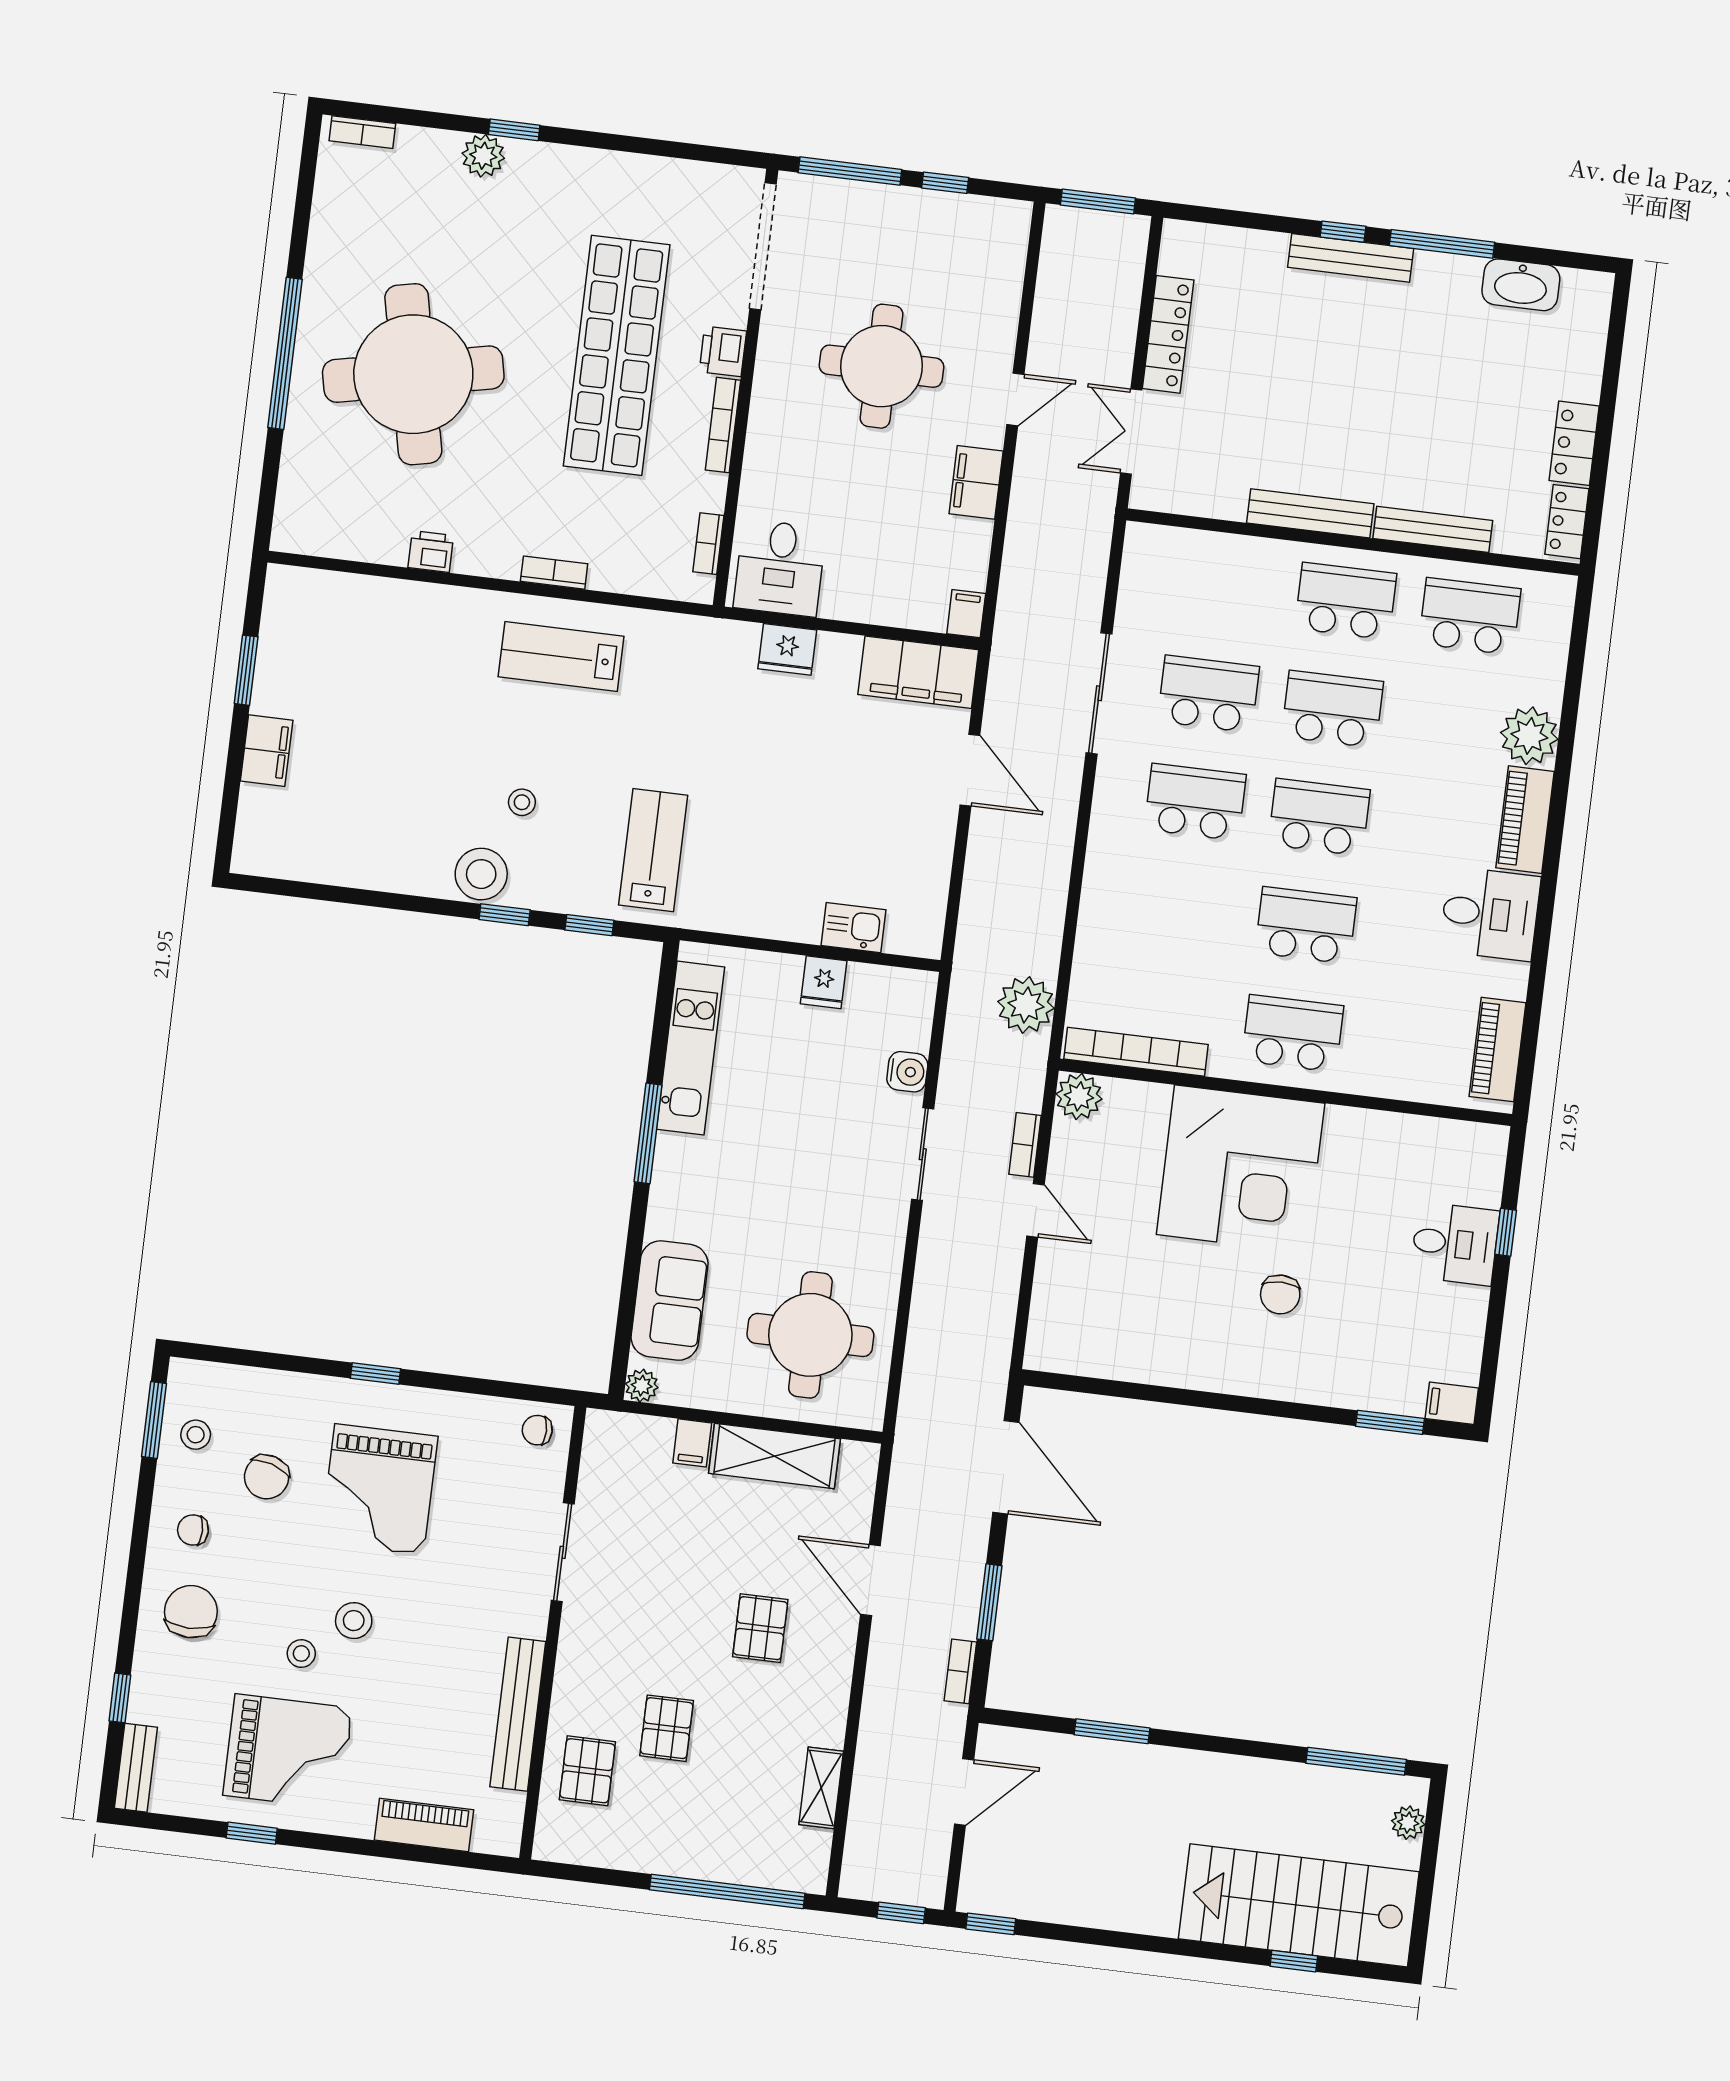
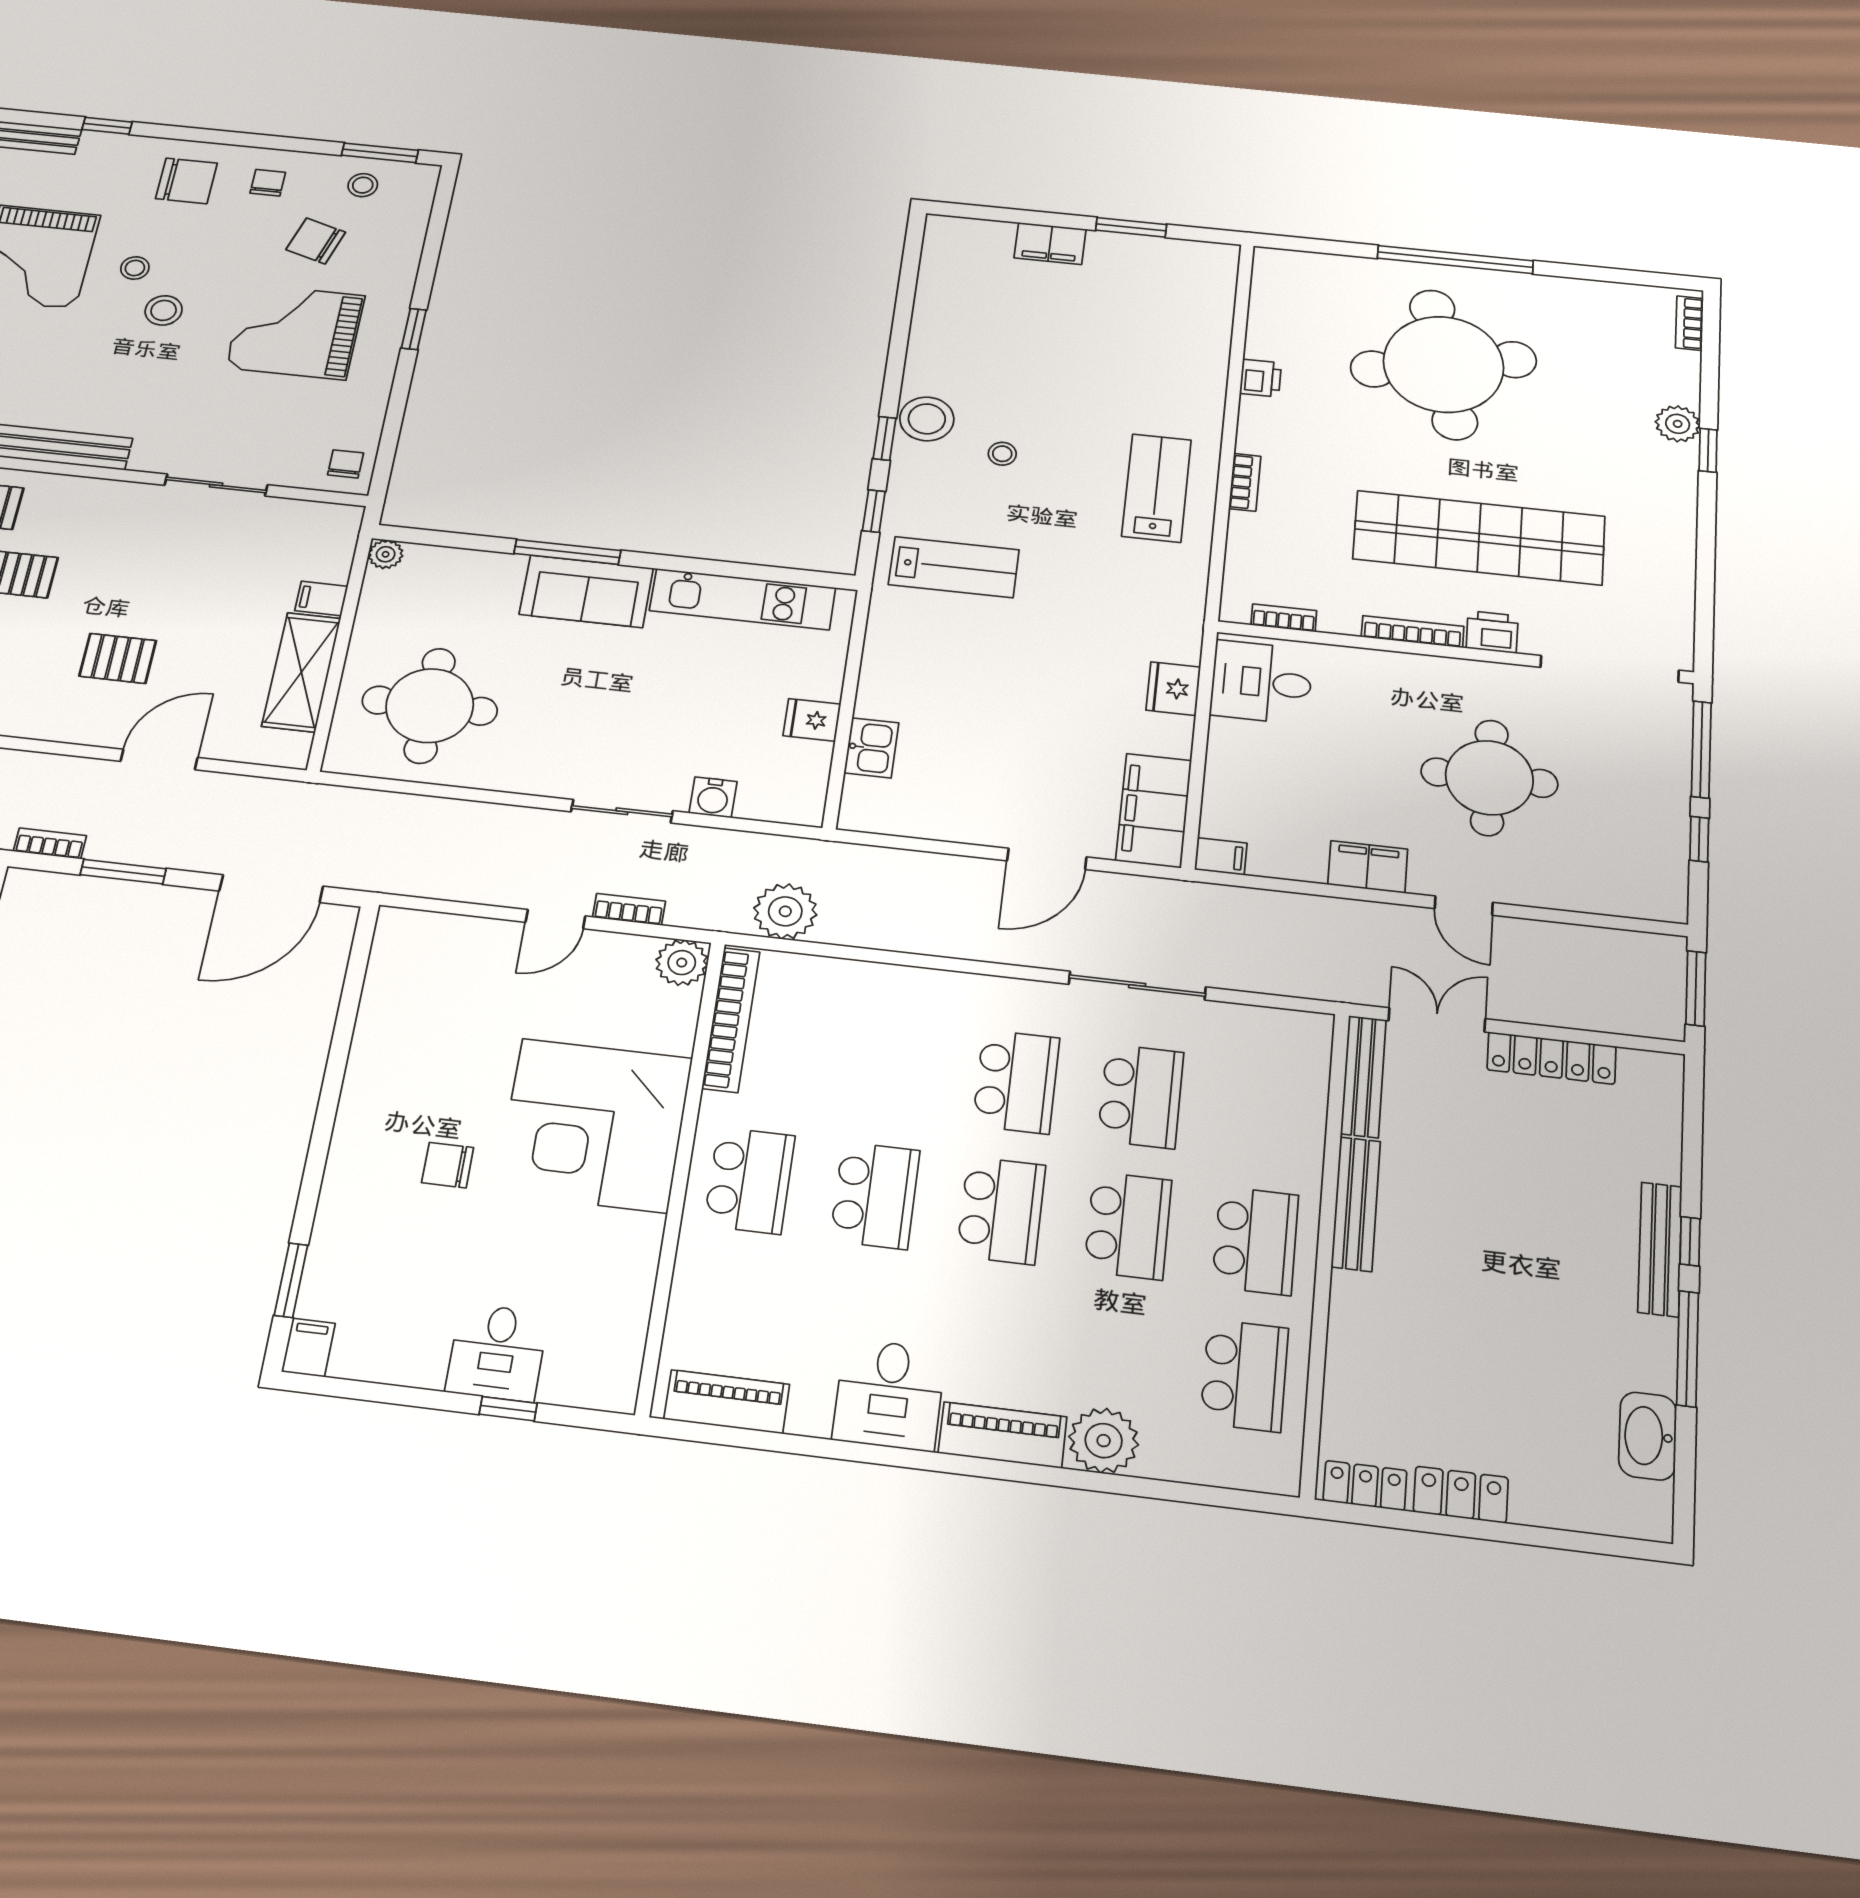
bench: (1433, 529) -> (1363, 1076), moved
window: (648, 1133) -> (567, 552), moved
sofa: (670, 1301) -> (586, 591), moved

